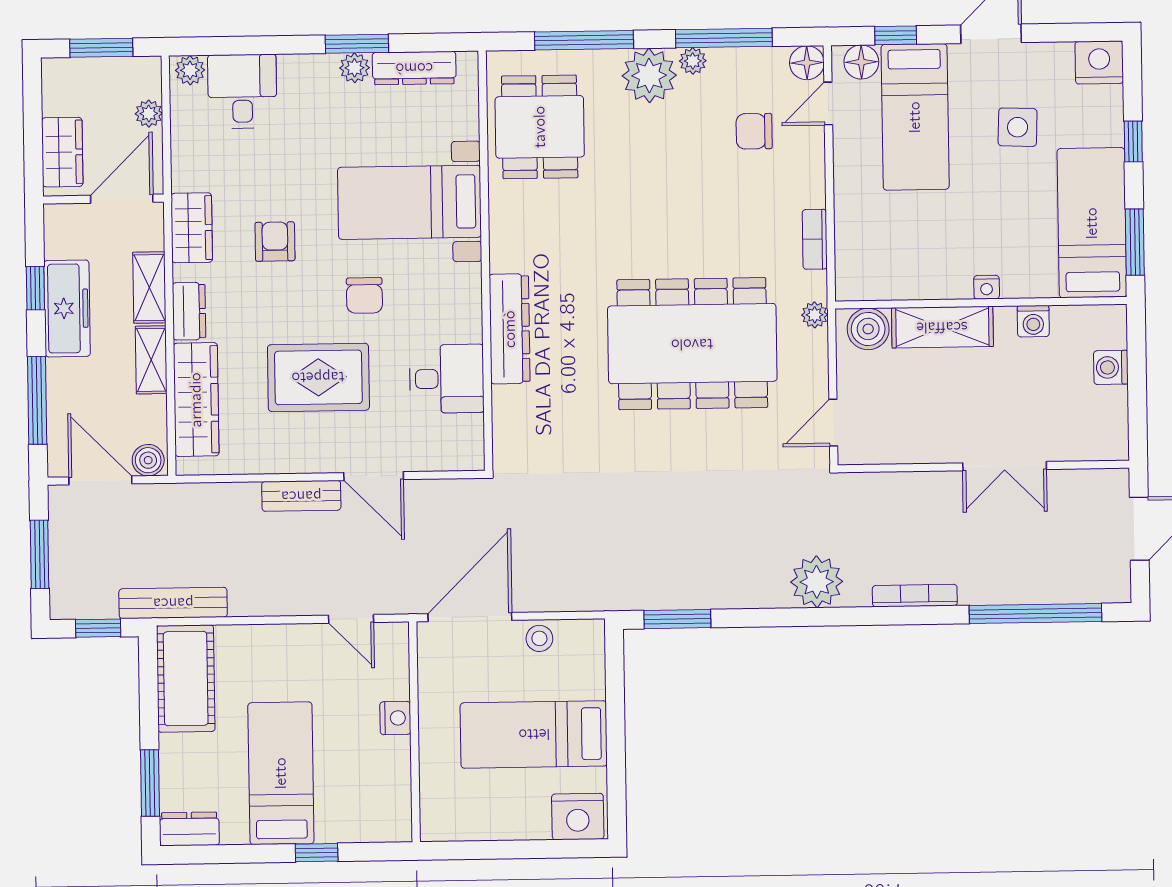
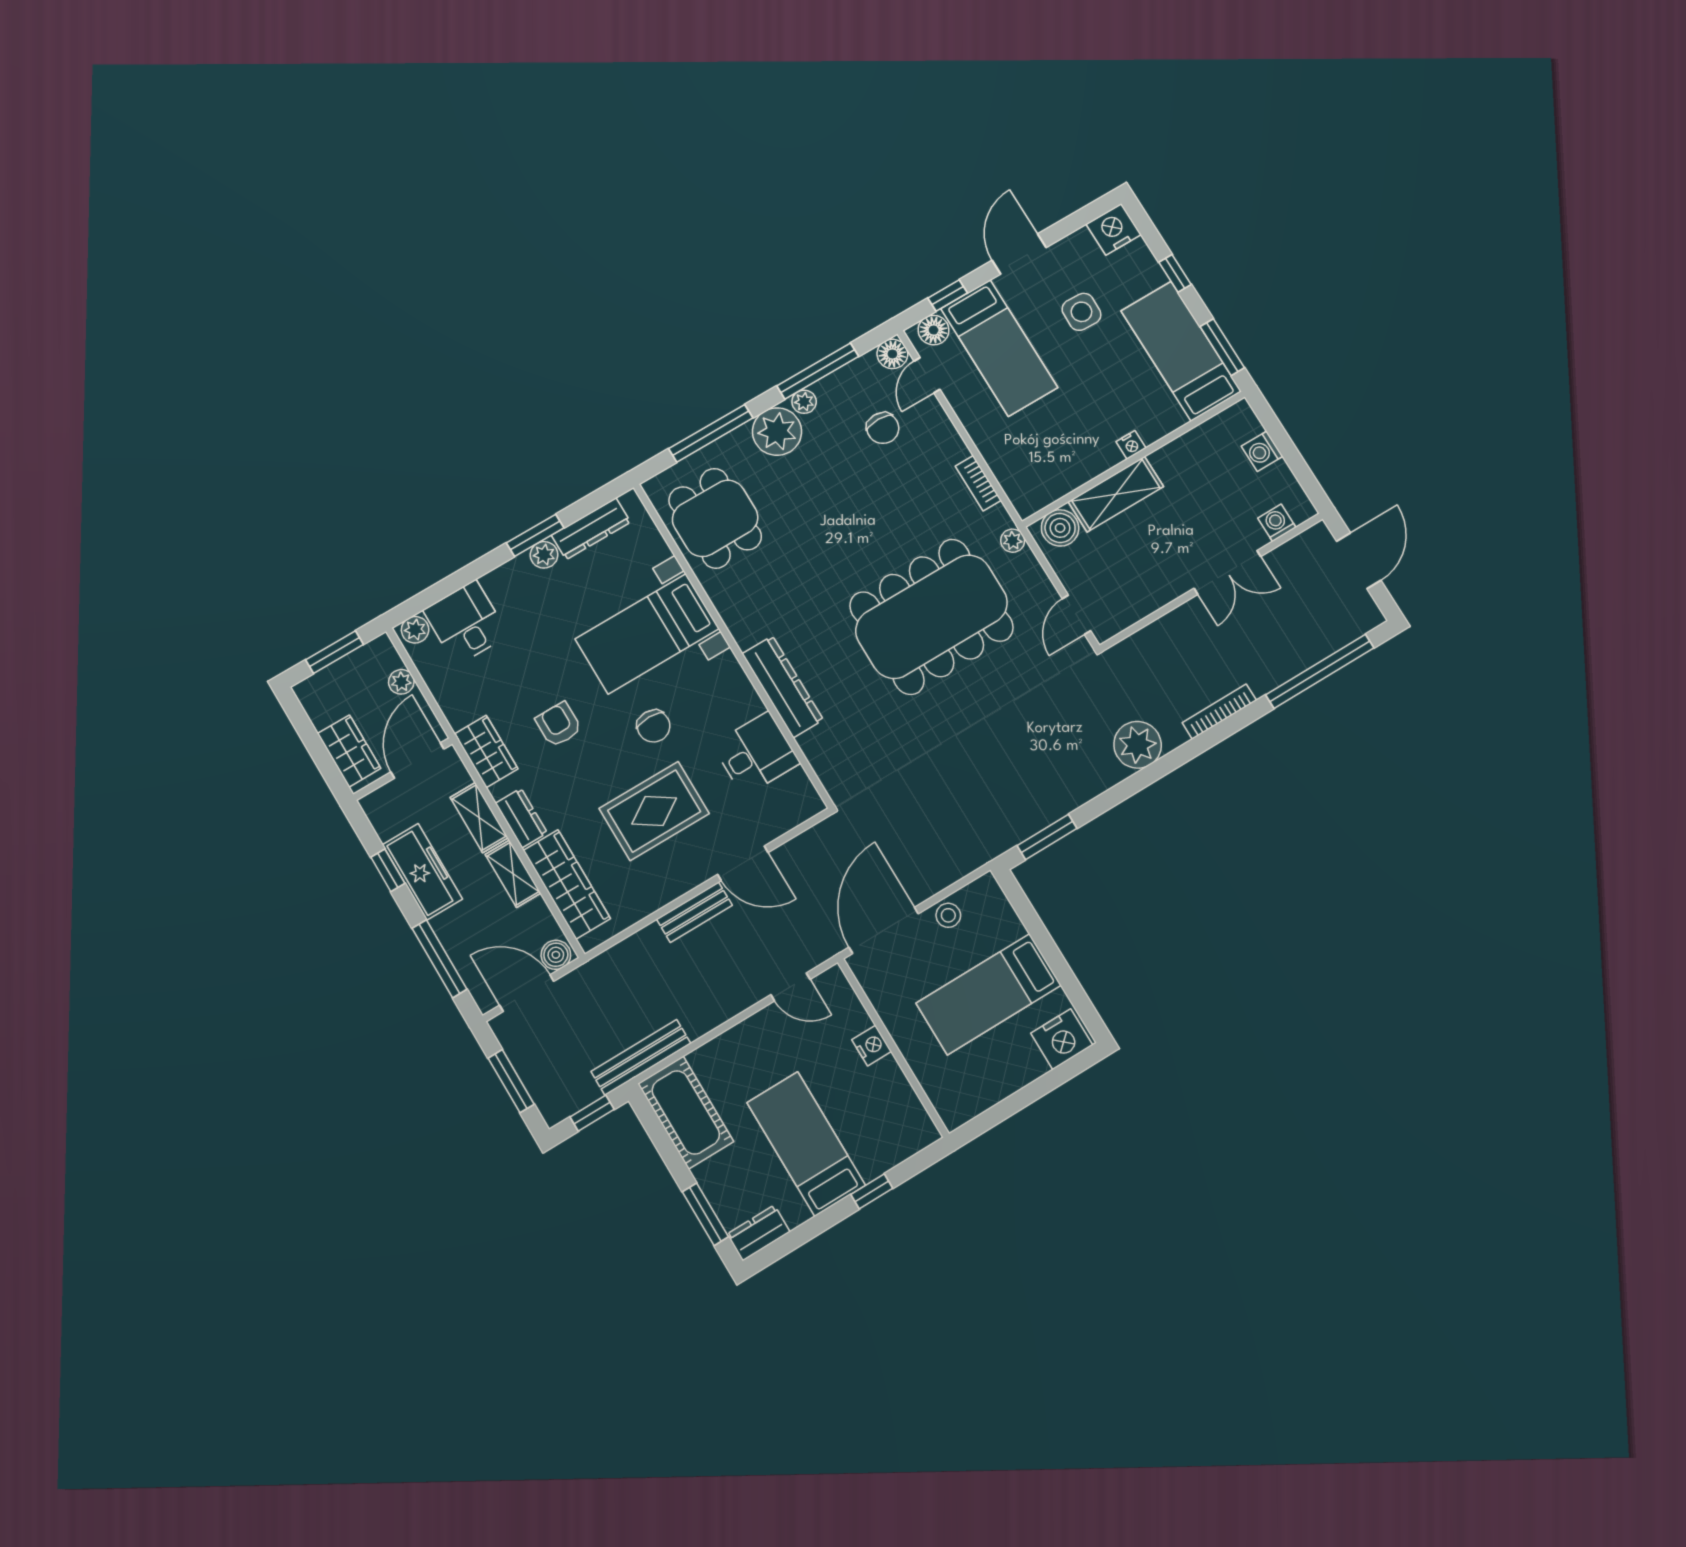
chair: (754, 131) -> (883, 428), turned -90
washing machine: (1033, 321) -> (1277, 523), moved, turned 180

